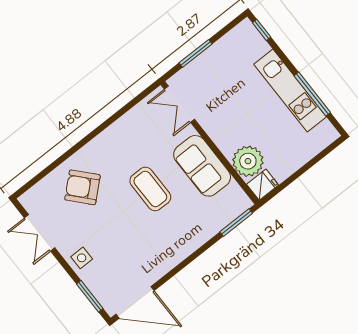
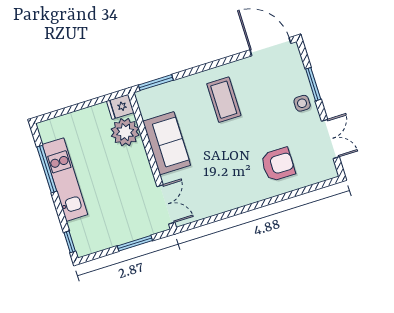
armchair: (82, 187) -> (278, 164), turned -48
coffee table: (150, 189) -> (224, 100), moved
window: (90, 296) -> (313, 84), moved

